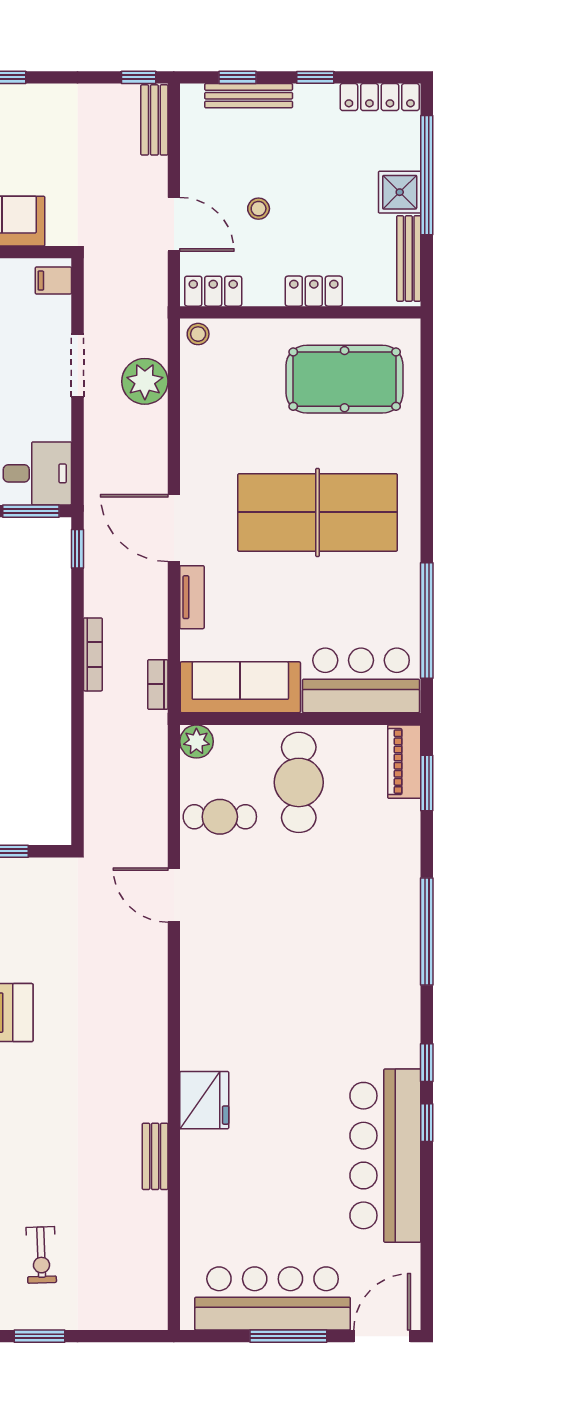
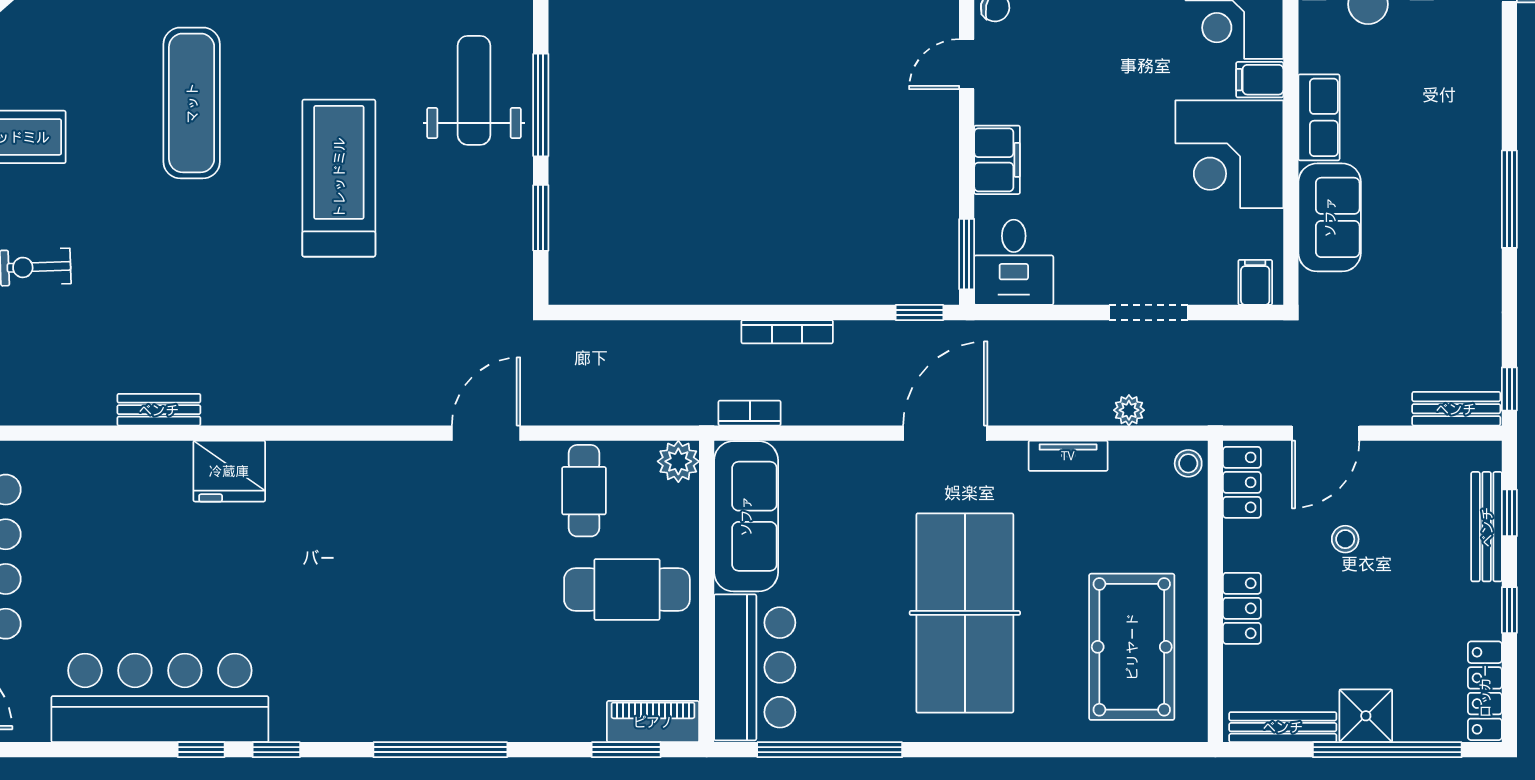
plant: (145, 381) -> (1129, 410), width x0.53, depth x0.53
tv unit: (192, 597) -> (1068, 456), moved

